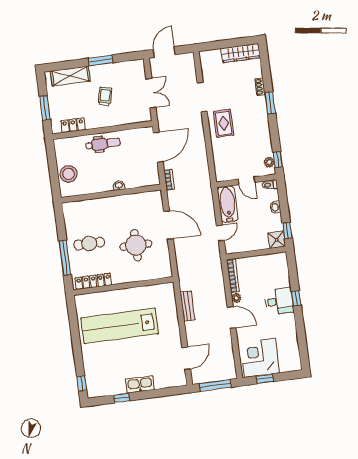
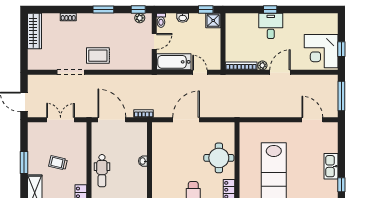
window: (270, 103) -> (103, 10), moved
dental chair: (103, 144) -> (102, 171), turned 180
round table: (136, 245) -> (219, 158), moved
bench: (187, 306) -> (264, 112), removed

